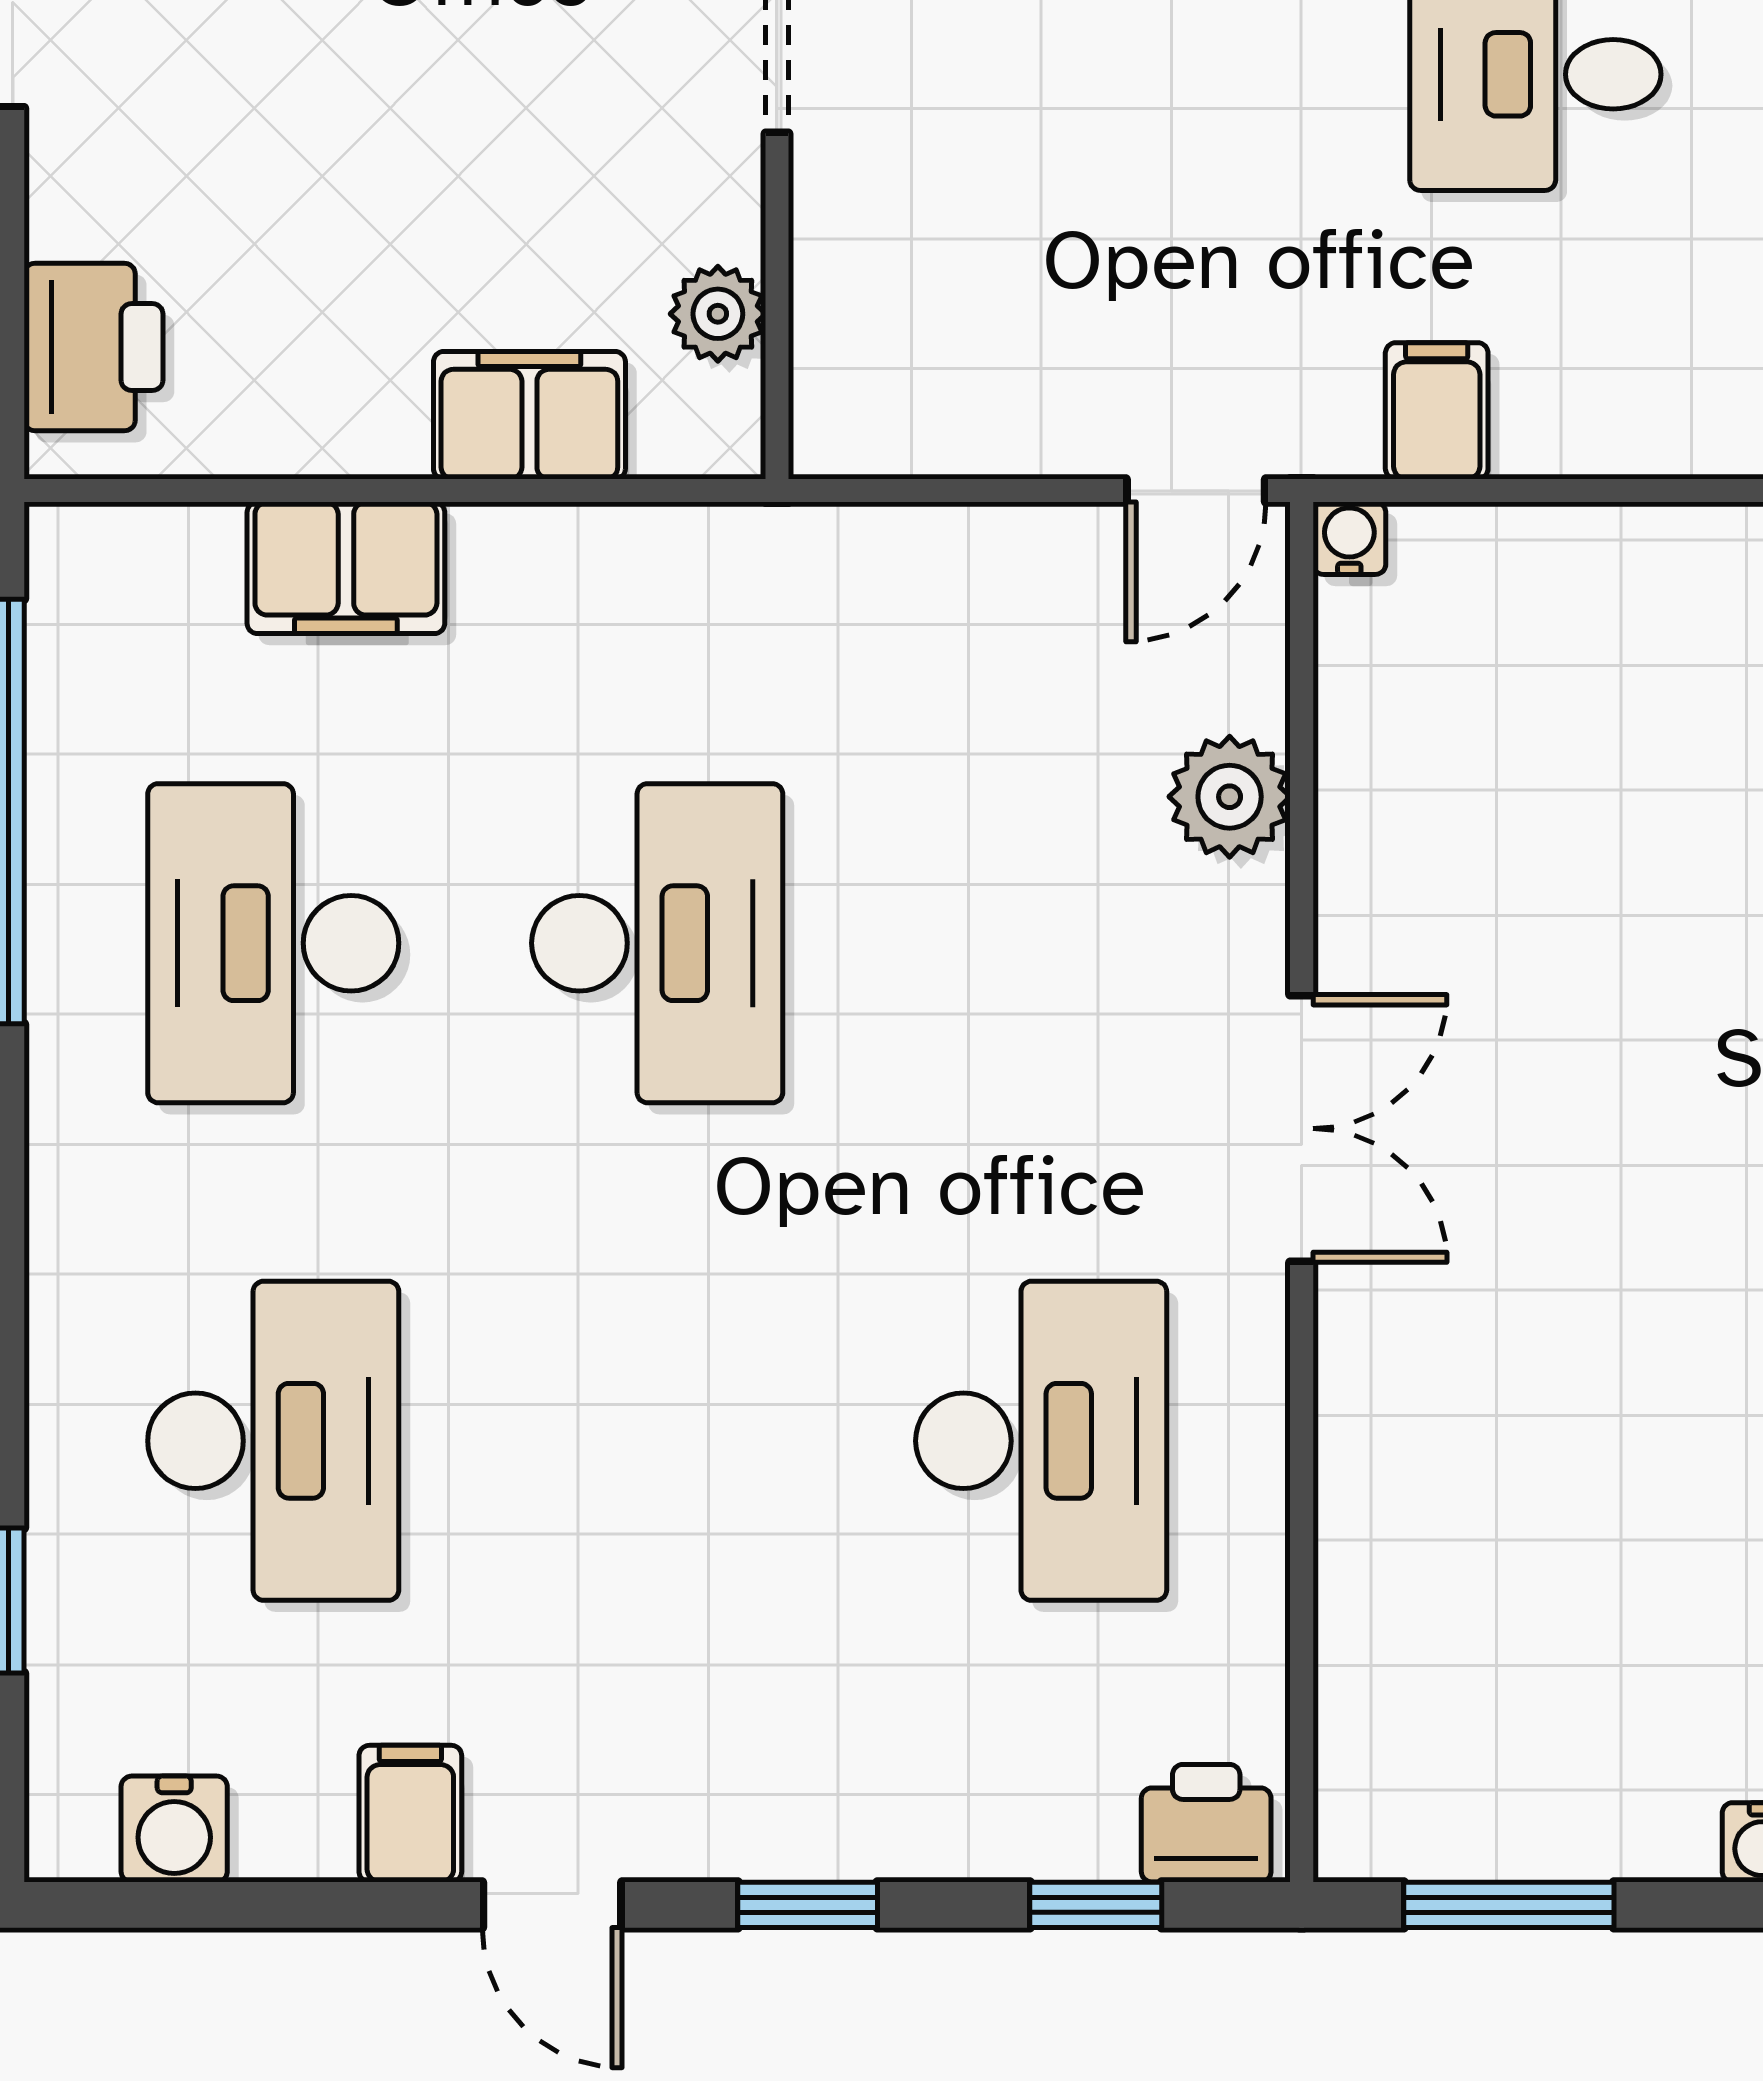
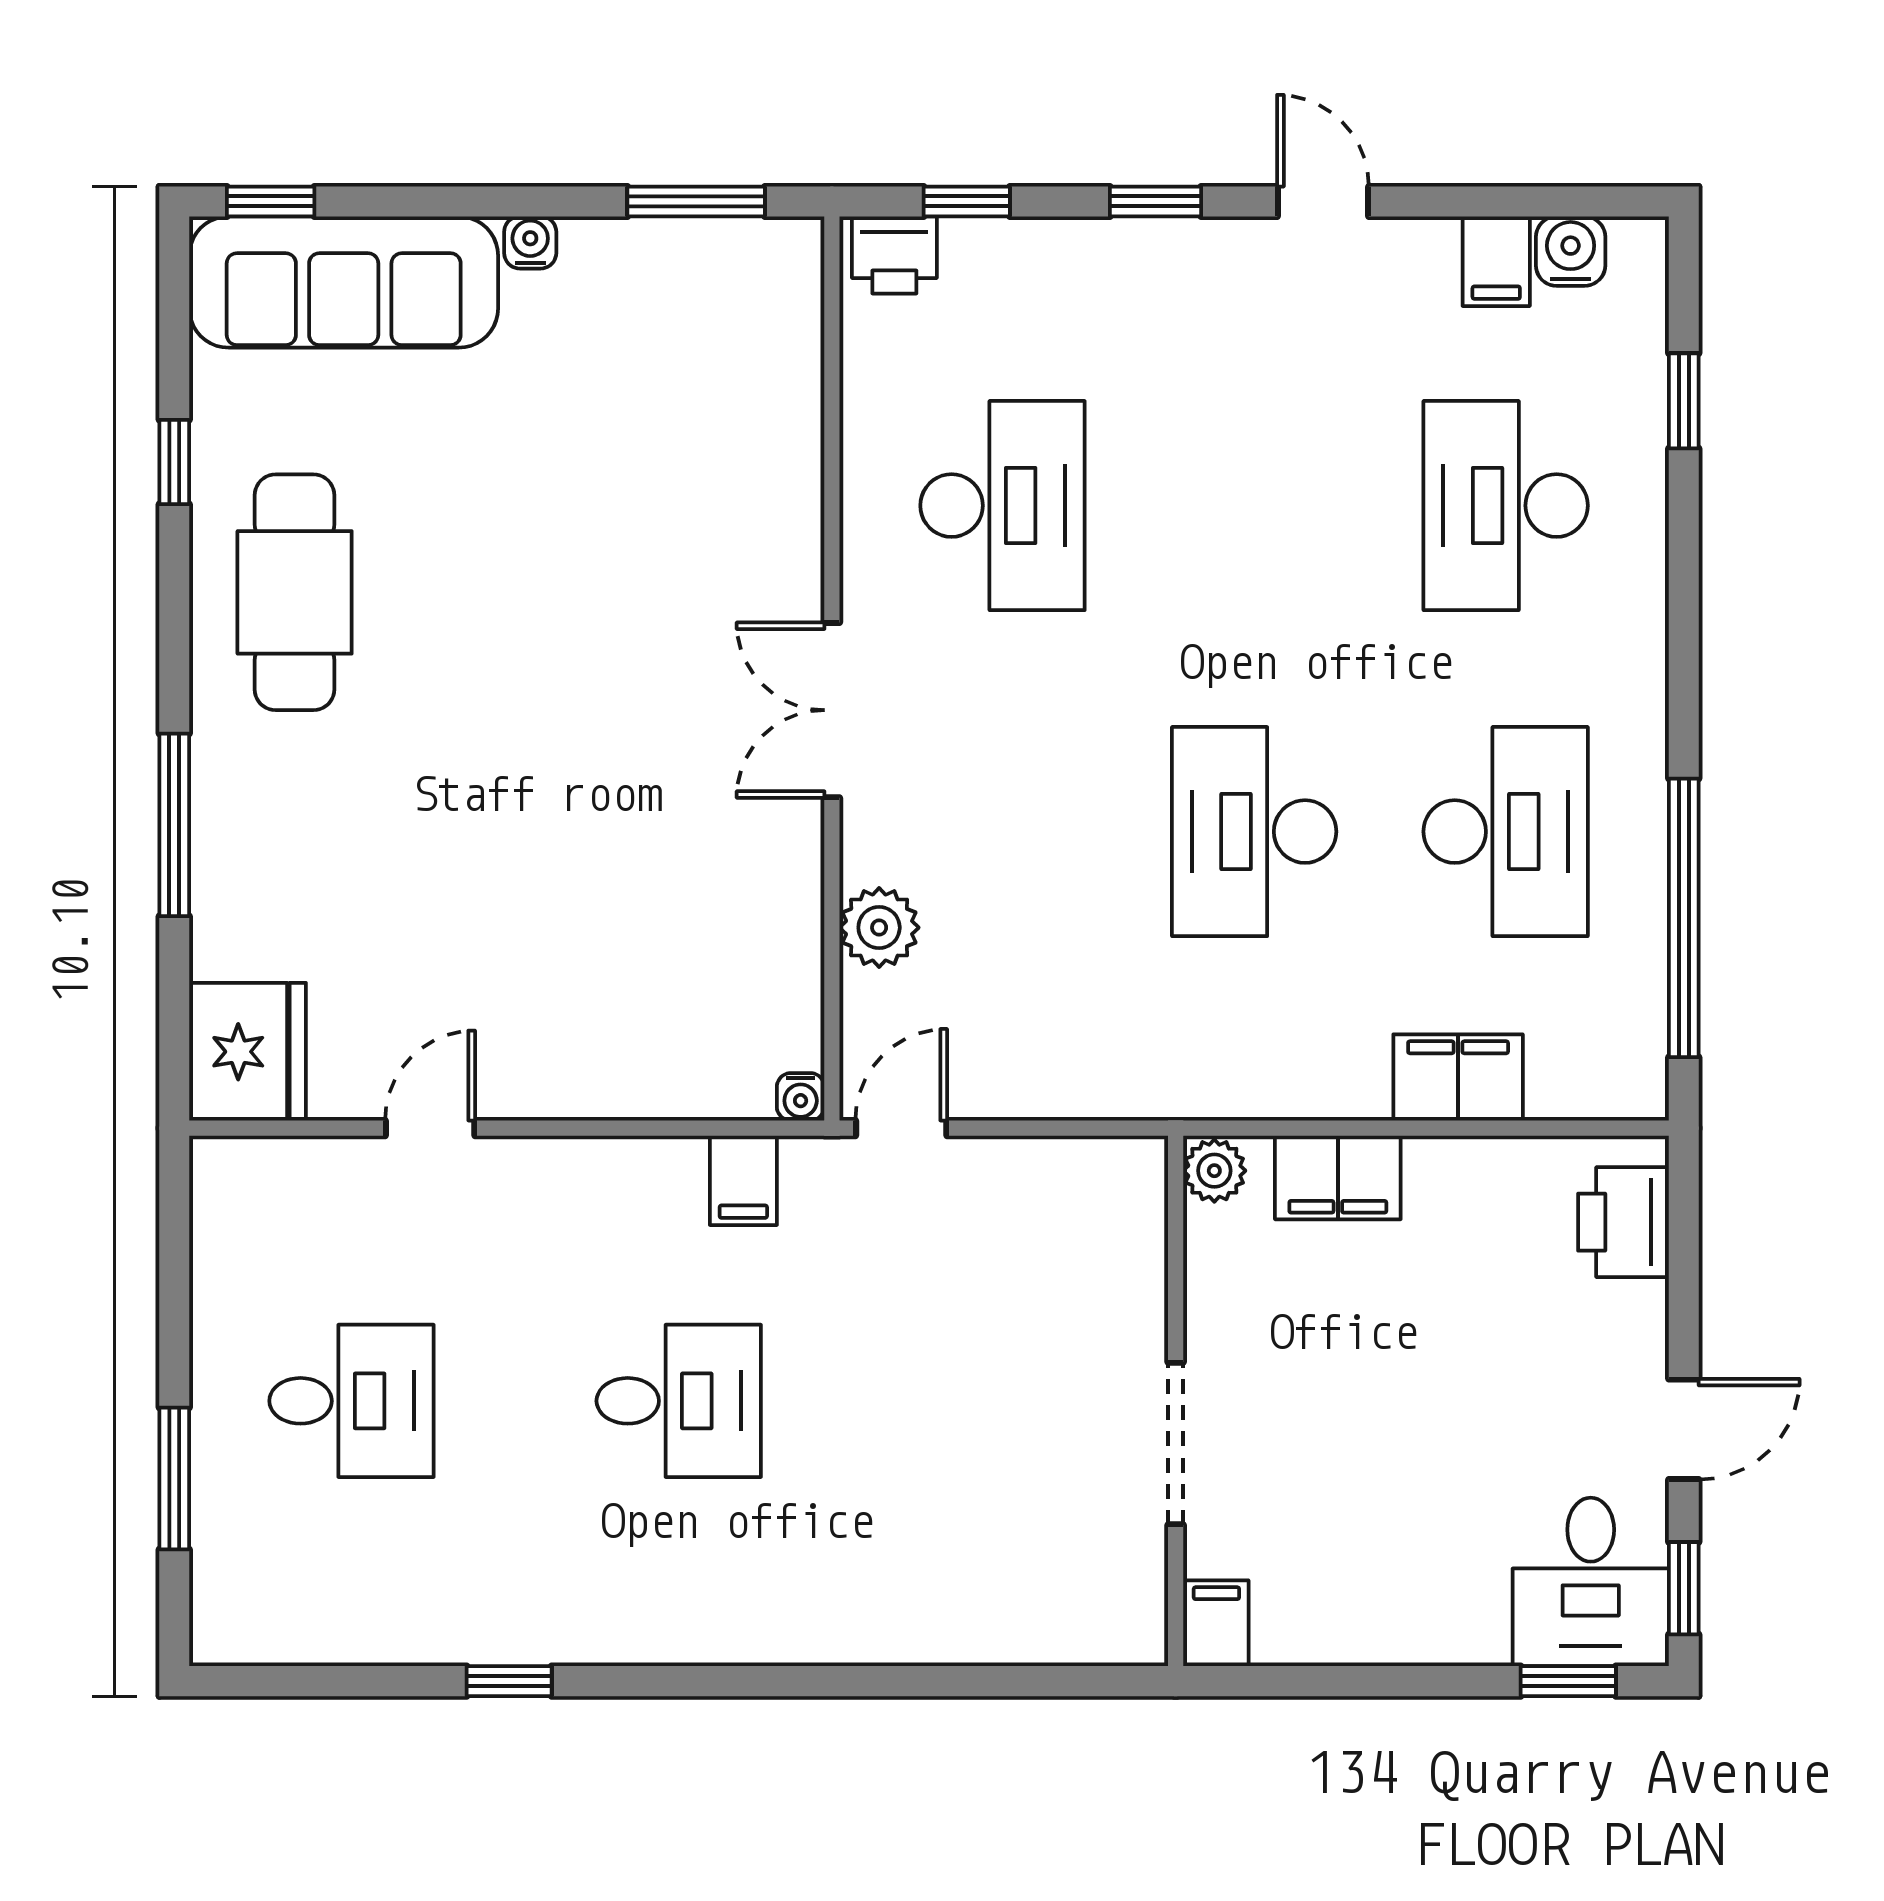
plant: (718, 314) -> (1214, 1171), moved
desk: (1041, 1441) -> (1003, 506), turned 180
filing cabinet: (410, 1814) -> (1496, 261), moved

